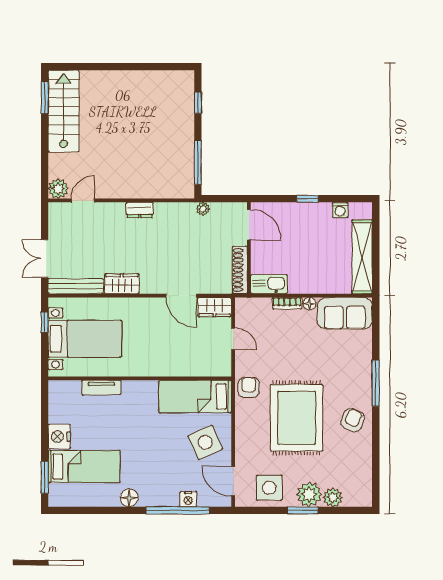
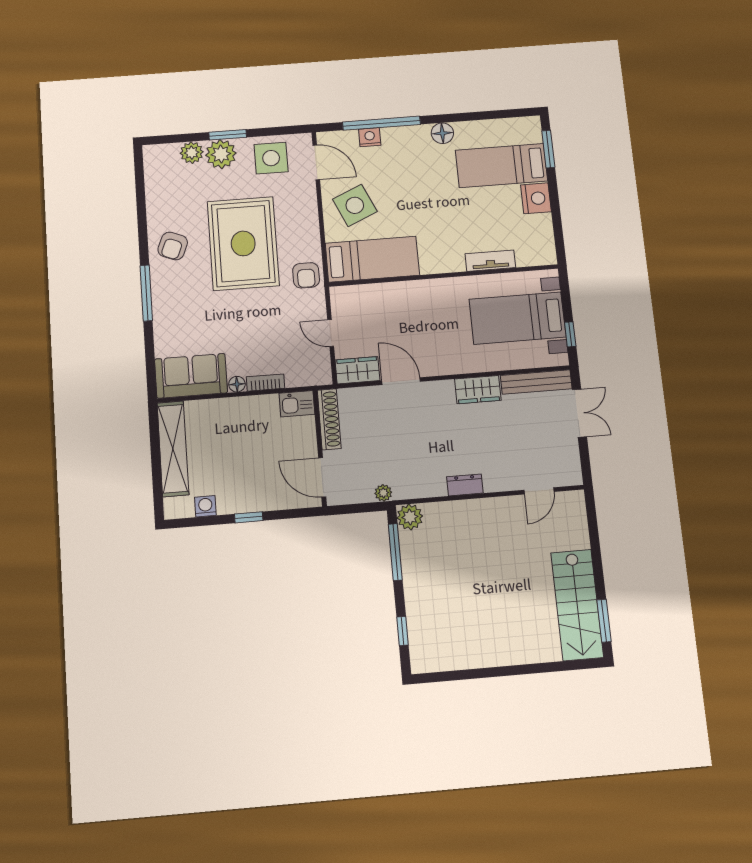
plant: (58, 189) -> (410, 517), moved
kitchen sink: (269, 284) -> (297, 404), width x0.73

